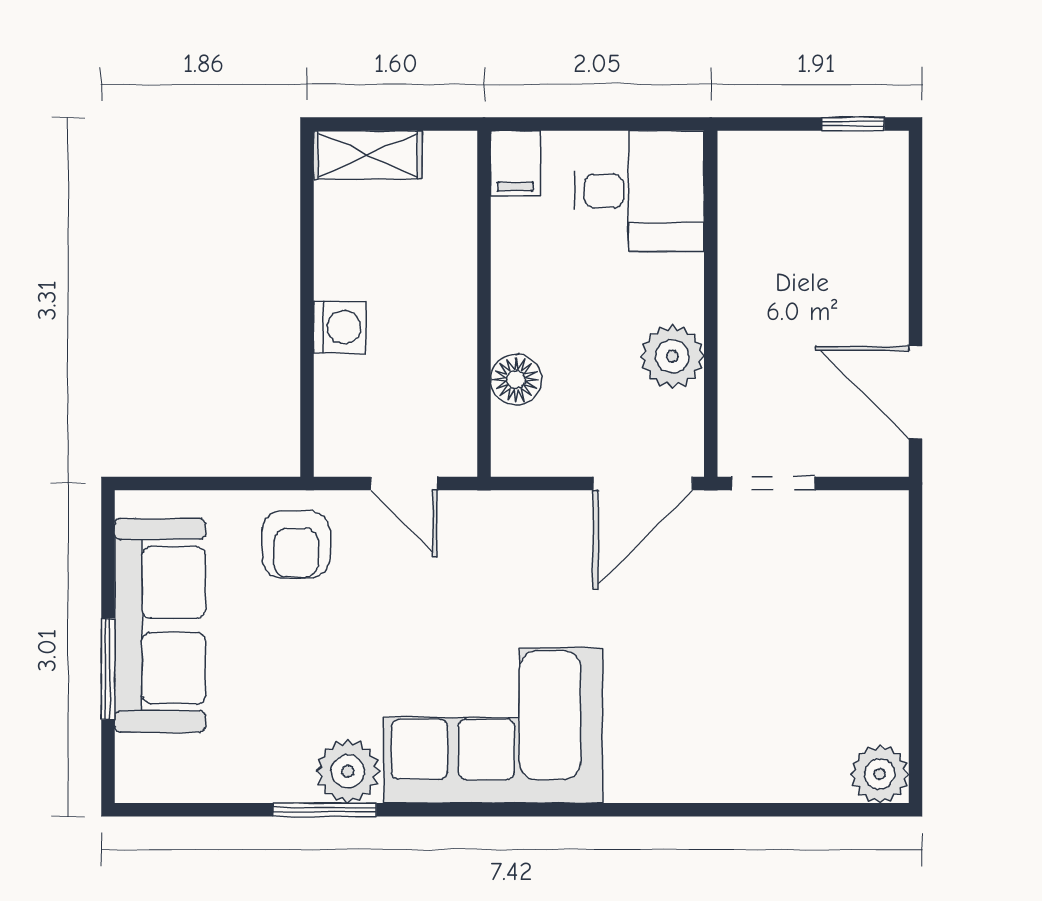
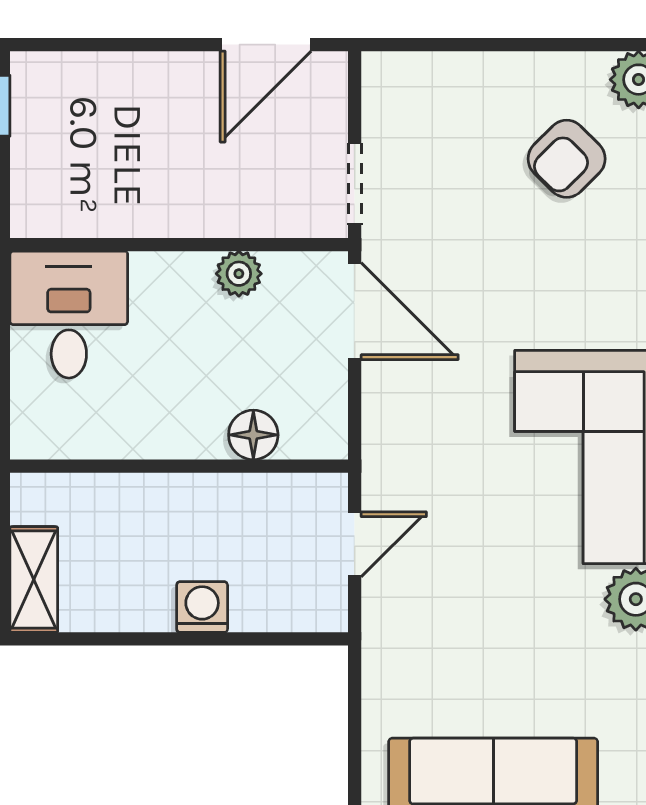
filing cabinet: (515, 164) -> (42, 435), removed
plant: (672, 356) -> (239, 274), width x0.73, depth x0.73
armchair: (296, 545) -> (567, 159), moved, turned 135

